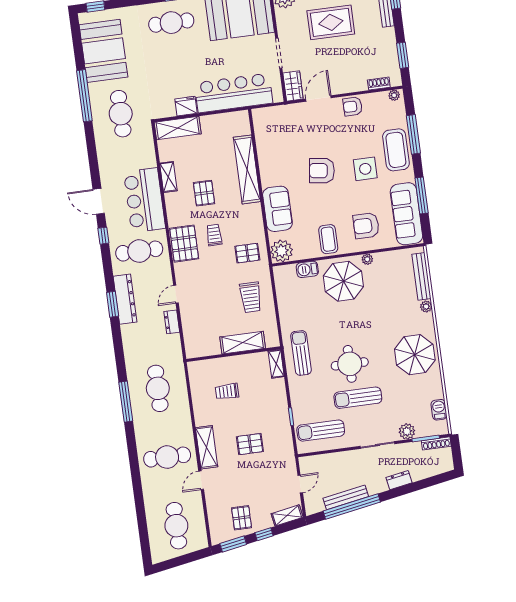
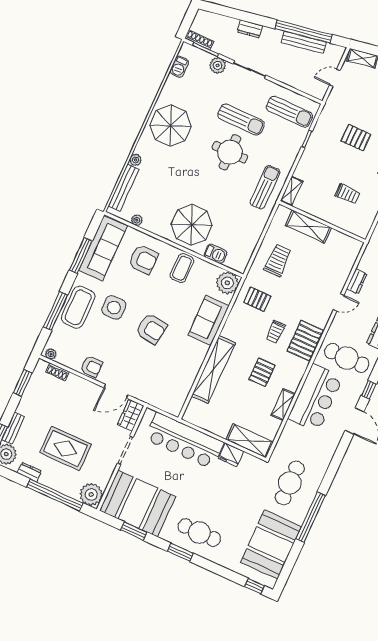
plant: (367, 259) -> (137, 220), moved
sun lounger: (301, 353) -> (265, 187), turned 180

